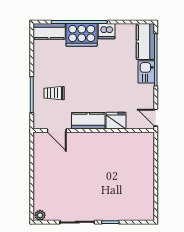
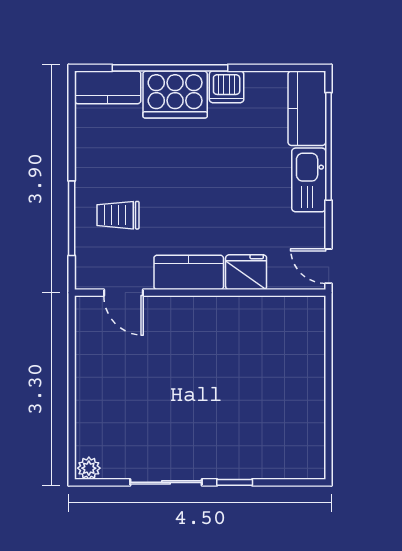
kitchen sink: (146, 72) -> (309, 180), width x1.38

